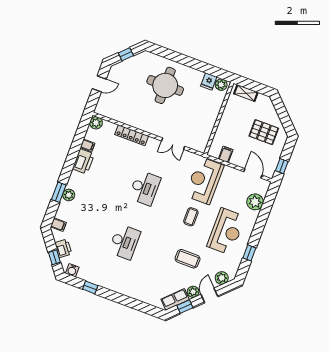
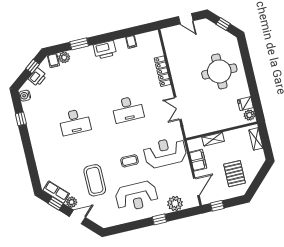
plant: (96, 123) -> (153, 37), removed
shelving: (221, 131) -> (213, 139), added
filing cabinet: (226, 154) -> (198, 160), width x2.00
printer: (83, 161) -> (105, 50), moved
plant: (69, 195) -> (64, 57), moved
window: (249, 253) -> (159, 219), moved
window: (54, 257) -> (33, 66), moved
coffee table: (188, 259) -> (95, 180), width x1.36, depth x1.32
plant: (222, 278) -> (98, 217), removed

